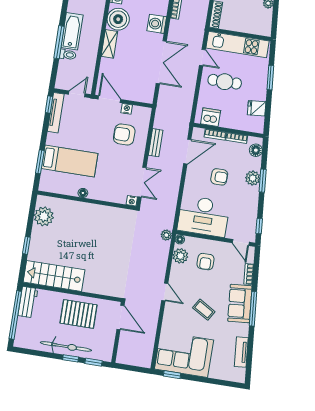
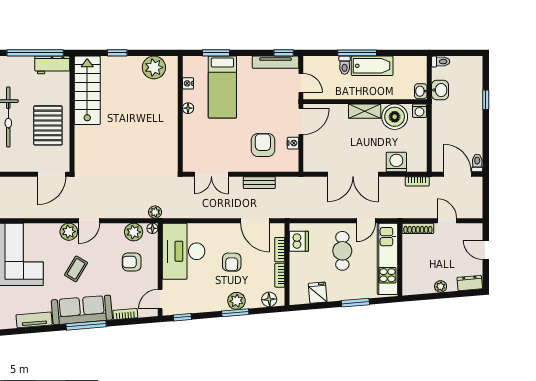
nightstand: (132, 201) -> (188, 83), moved
sofa: (240, 304) -> (82, 310), width x1.36
plant: (171, 311) -> (69, 232), added

